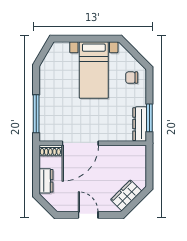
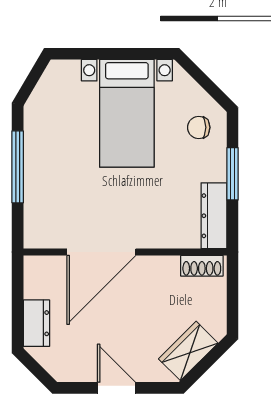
window: (36, 114) -> (18, 167), moved
window: (149, 118) -> (232, 174), moved
shoe rack: (50, 150) -> (202, 266), moved

